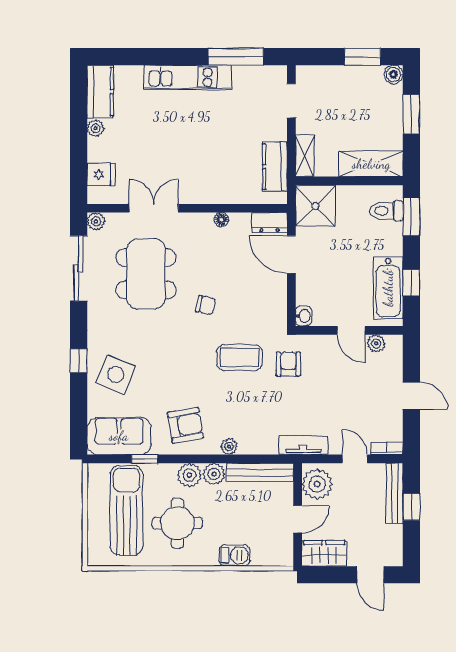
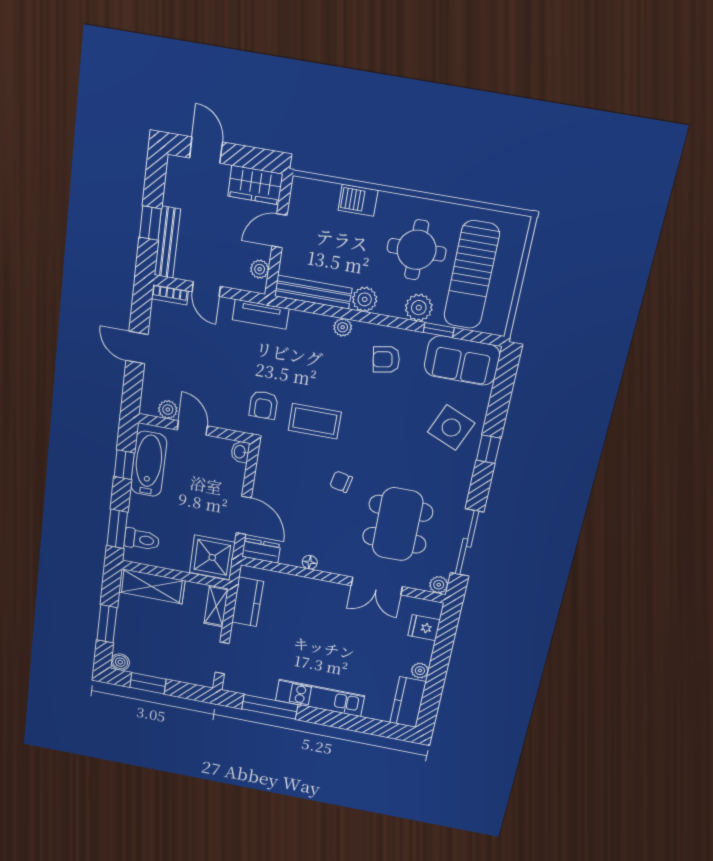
armchair: (185, 425) -> (386, 359), width x0.72, depth x0.72
plant: (189, 475) -> (419, 308), moved
plant: (317, 484) -> (260, 269), width x0.53, depth x0.53

